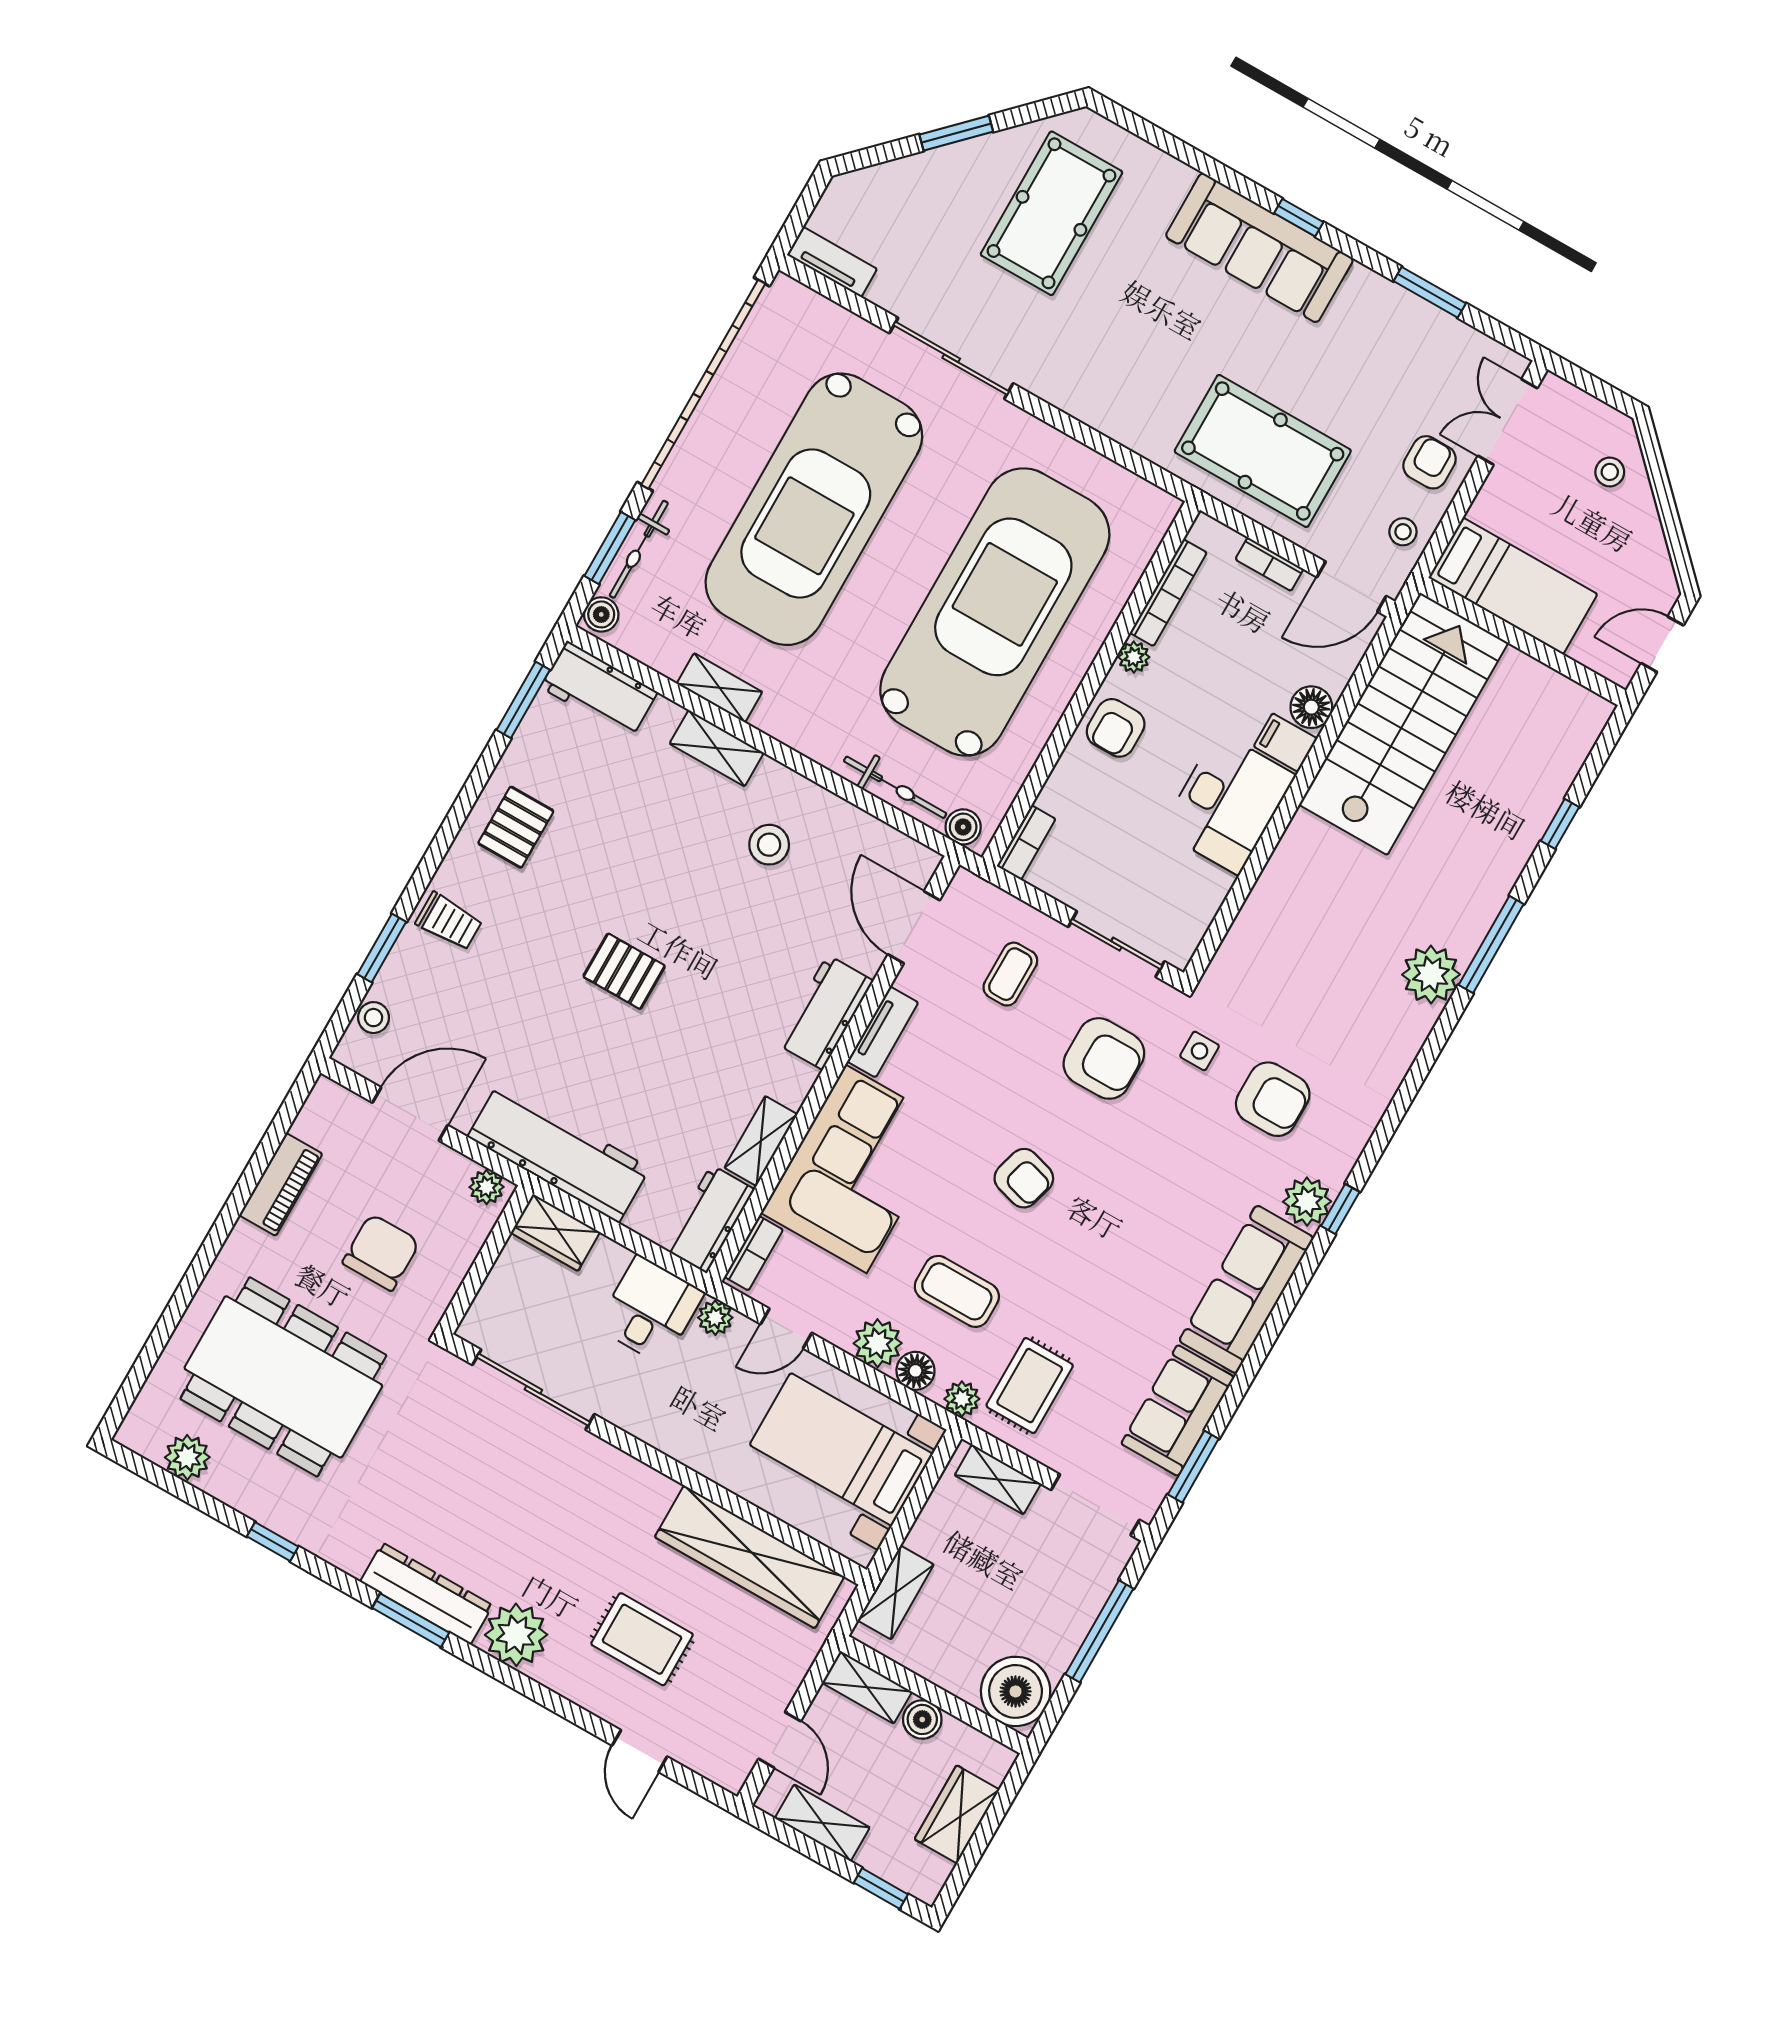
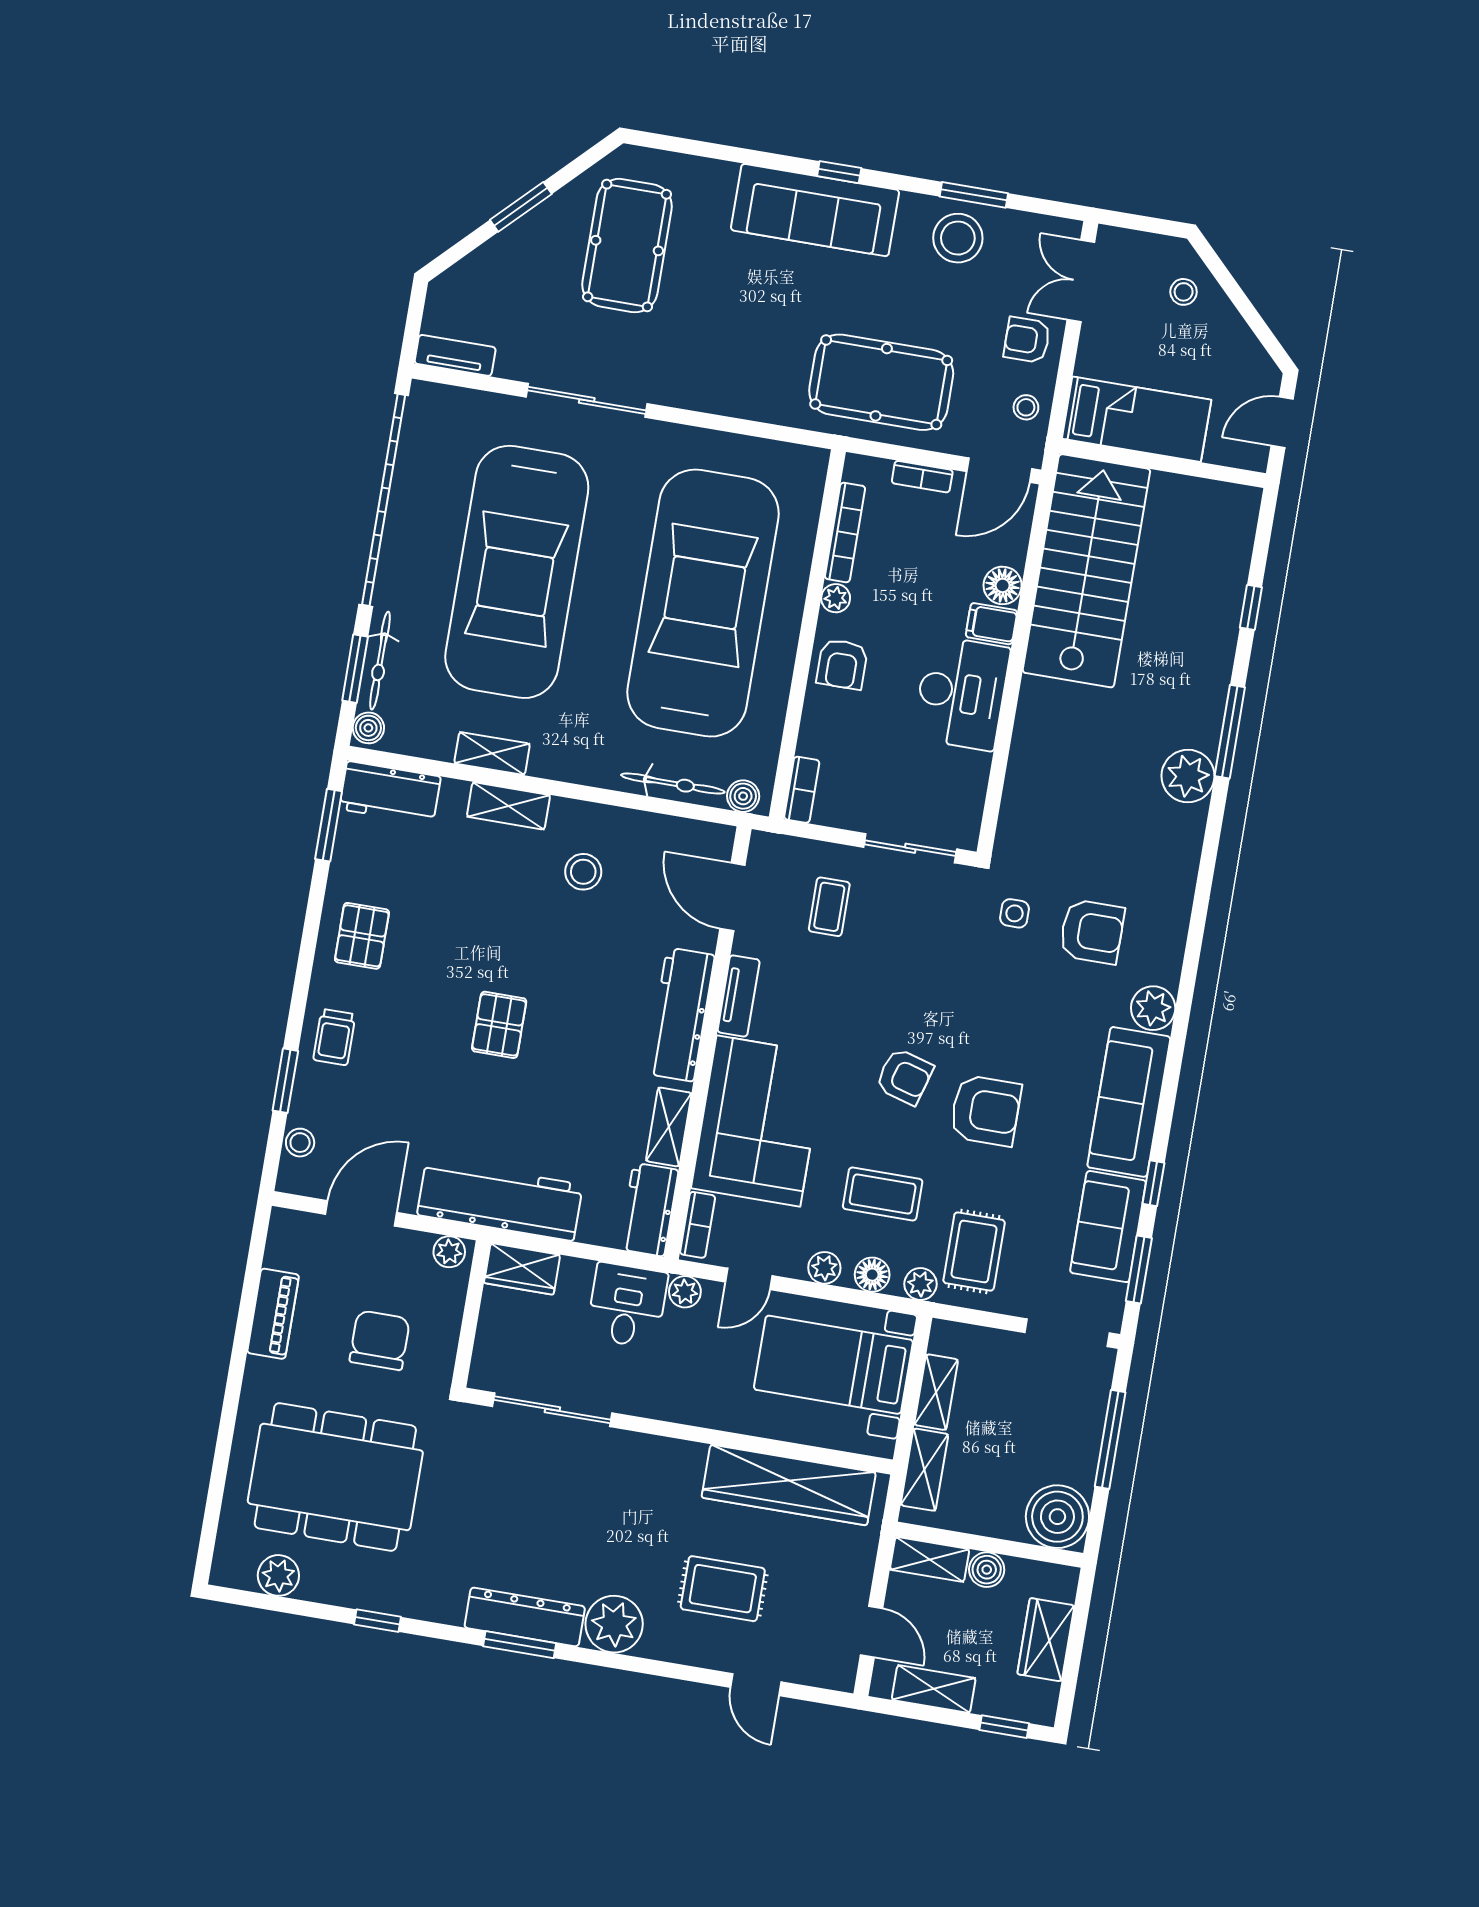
stool: (1397, 331) -> (958, 238), added
armchair: (1430, 462) -> (1027, 340), turned -90
trolley: (449, 922) -> (334, 1037), turned 90
pallet: (624, 971) -> (499, 1025), turned 90
workbench: (825, 1012) -> (680, 1014), width x1.38
armchair: (1104, 1058) -> (986, 1111), moved
window: (1340, 1209) -> (1153, 1183), moved
plant: (878, 1343) -> (824, 1268), width x0.73, depth x0.73
shelving: (998, 1479) -> (936, 1392), moved, turned 90

